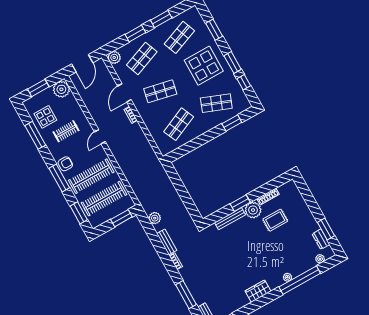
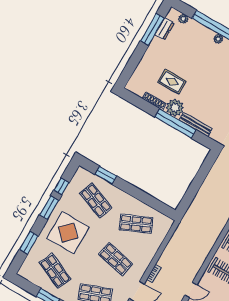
shop shelf: (179, 37) -> (55, 271), turned 45
window: (240, 203) -> (175, 123), width x2.11
window: (326, 229) -> (152, 30), width x1.44

